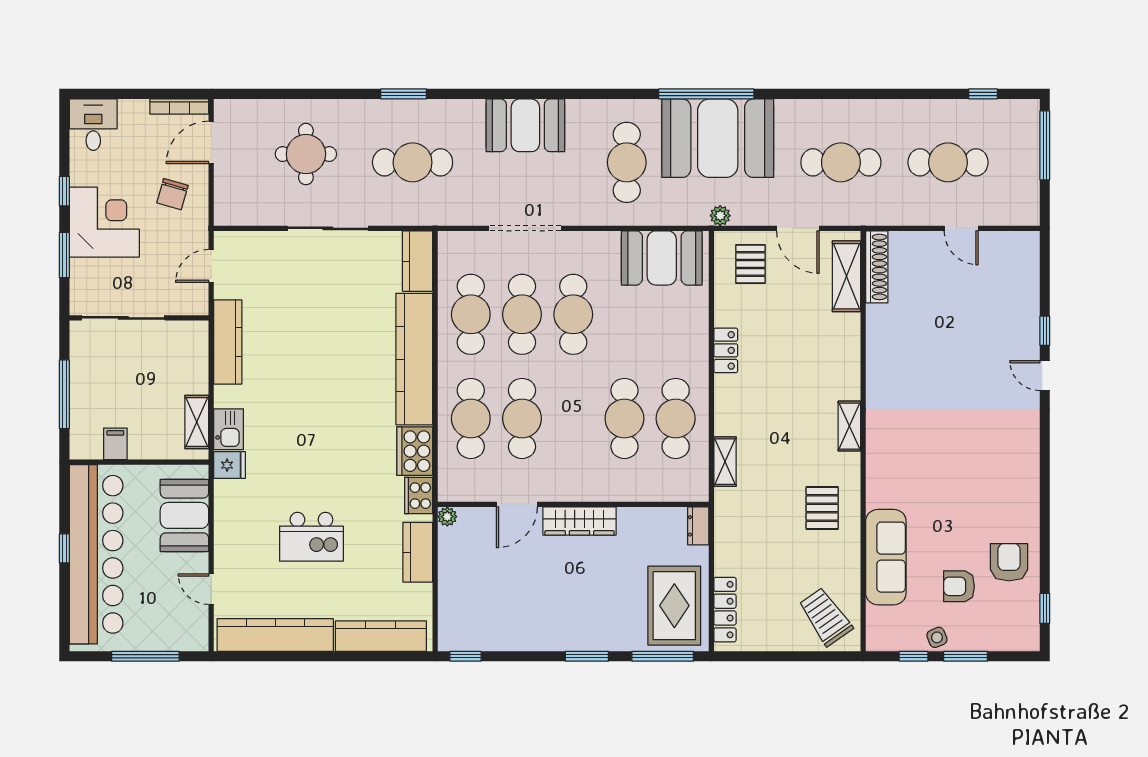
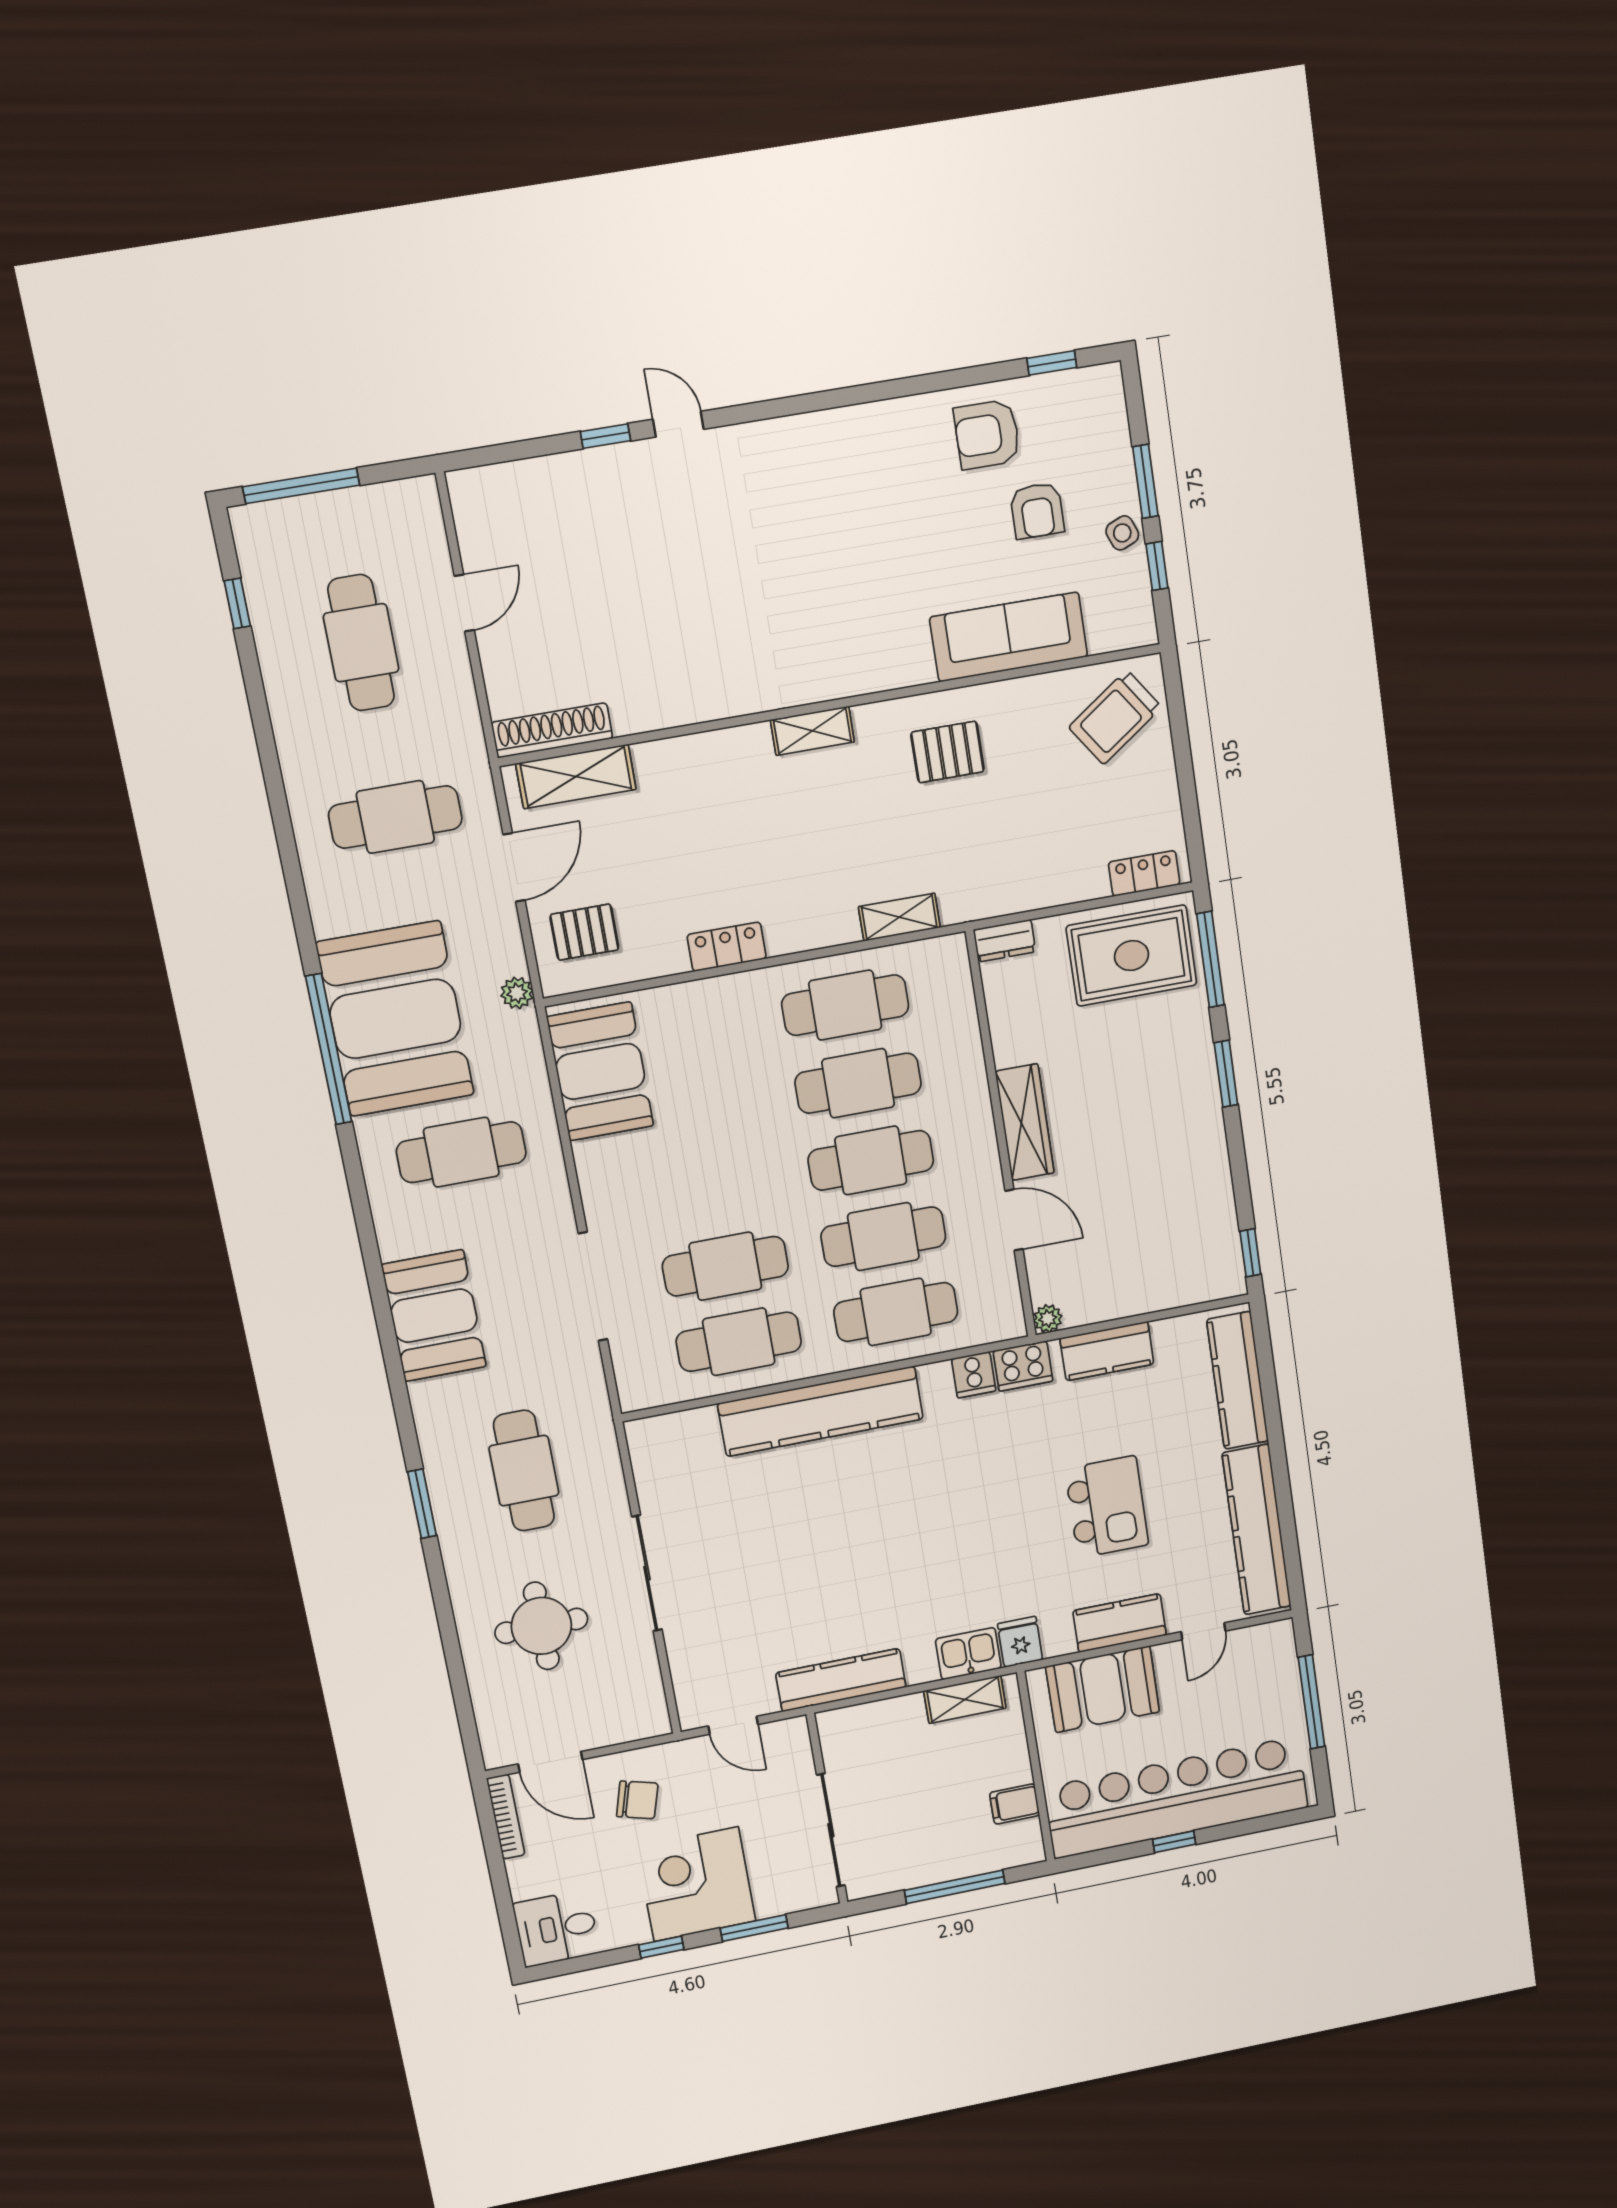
cafe table: (841, 162) -> (395, 817), turned 90
kitchen counter: (418, 261) -> (1120, 1623), moved, turned 180
cafe table: (573, 314) -> (871, 1160), moved
door: (1045, 376) -> (678, 424), swing flipped
cooker: (415, 451) -> (974, 1375), width x0.53, depth x0.76
locker: (725, 610) -> (1144, 873), width x0.66

